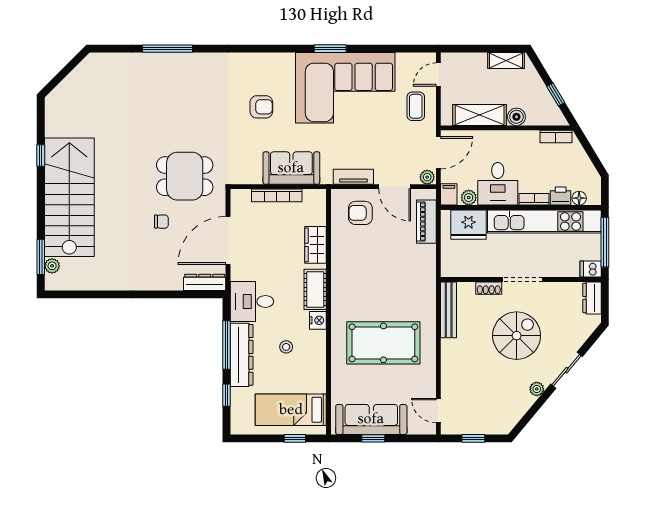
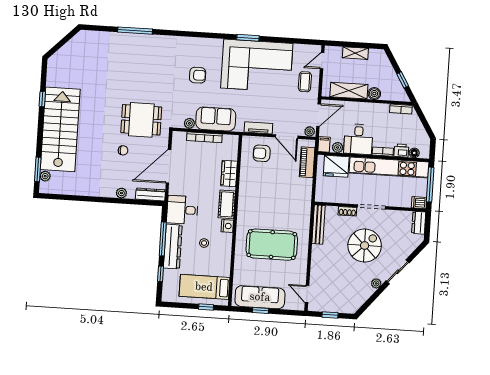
shelving: (506, 61) -> (355, 53), moved
plant: (254, 177) -> (189, 123), added
plant: (163, 283) -> (121, 193), added

